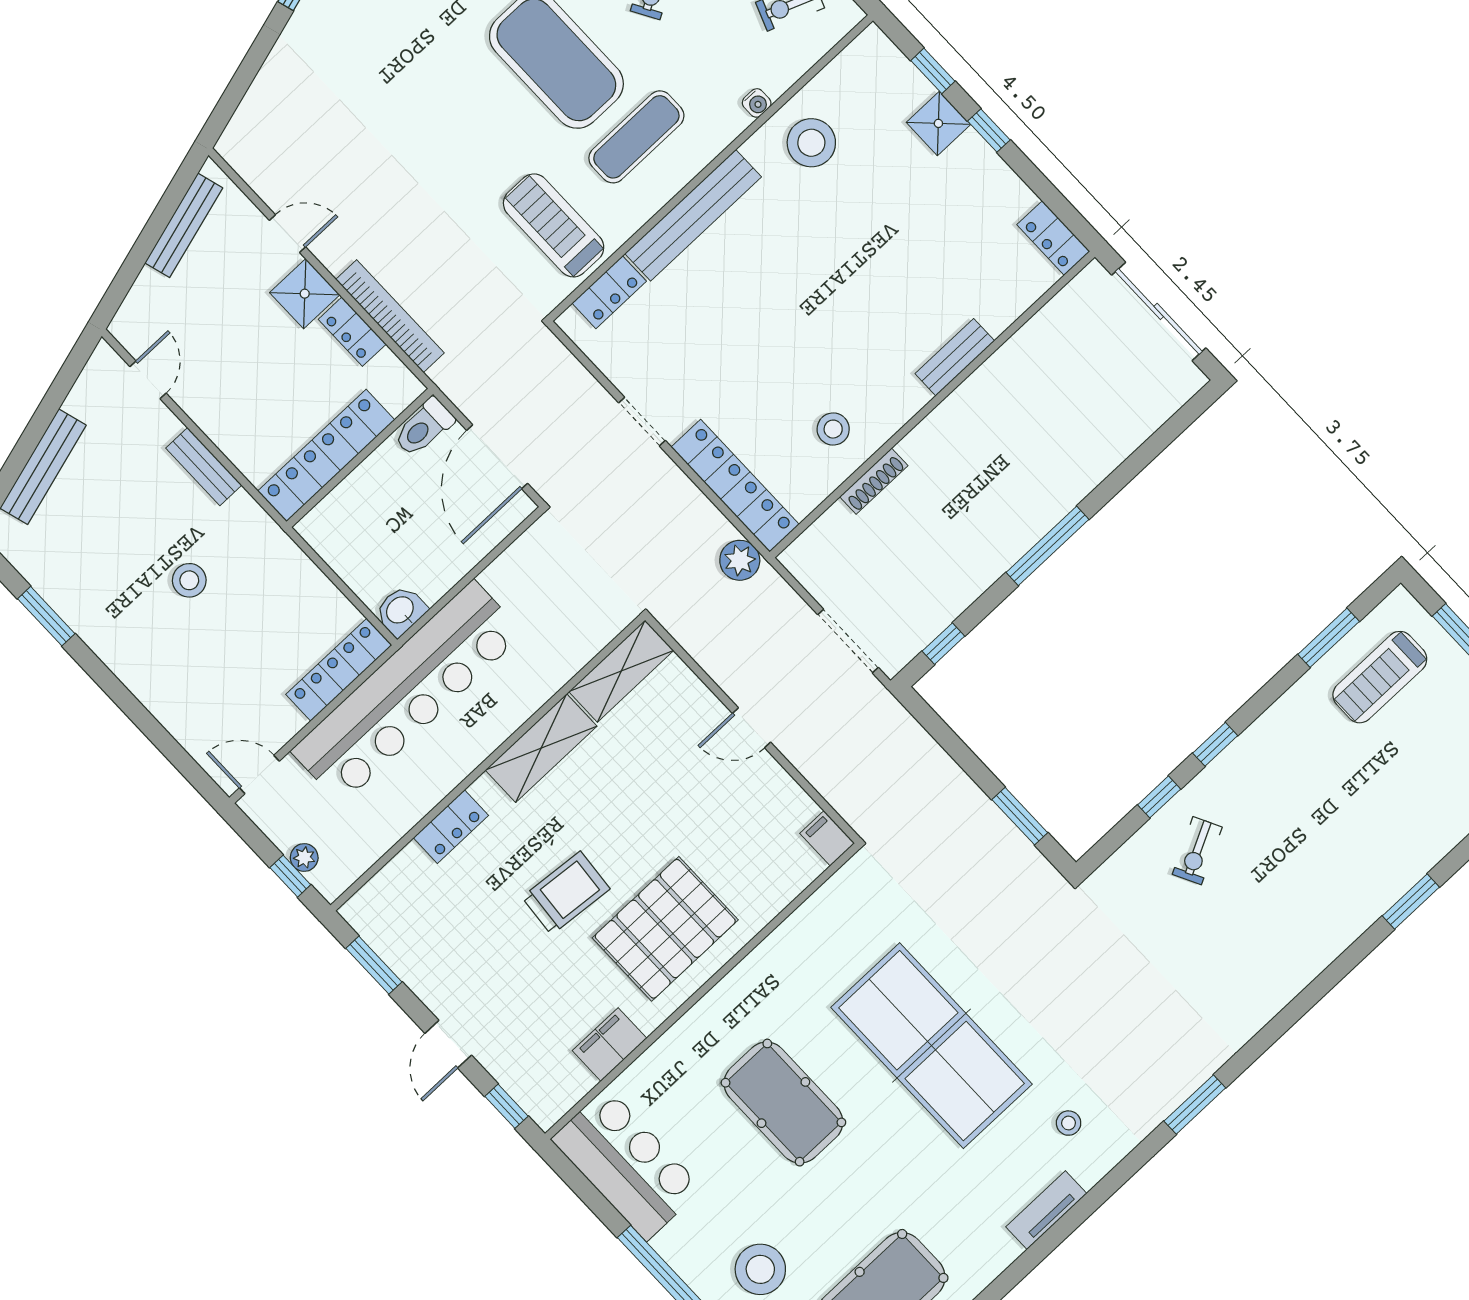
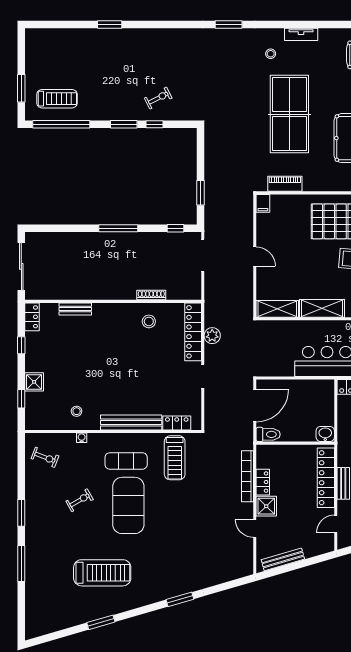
window: (989, 130) -> (21, 345), moved
stool: (811, 143) -> (77, 411), width x0.53, depth x0.53
bench: (955, 357) -> (75, 309), moved
locker: (326, 455) -> (326, 478), moved, turned 90
plant: (740, 560) -> (212, 336), moved
washbasin: (401, 611) -> (325, 434), moved, turned 180
window: (1329, 638) -> (61, 124), width x2.11
window: (1215, 744) -> (124, 124), width x1.50
window: (1020, 816) -> (201, 193), moved
piano: (821, 911) -> (285, 184), added

